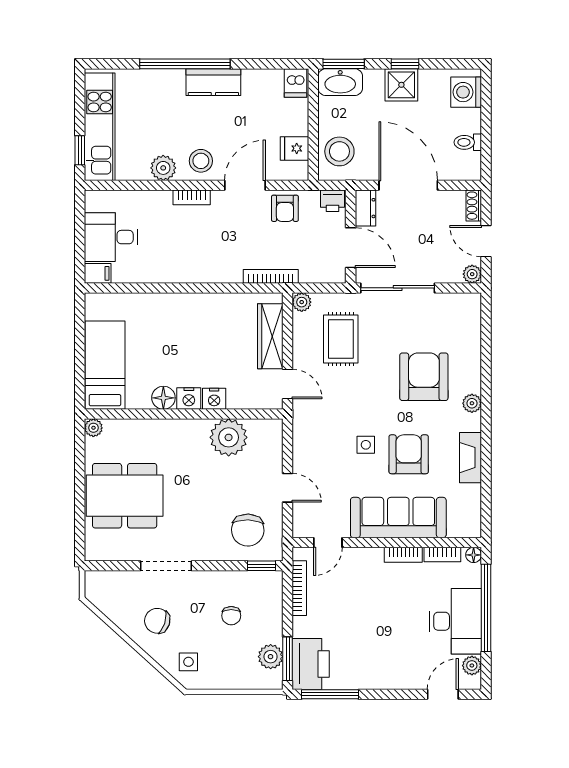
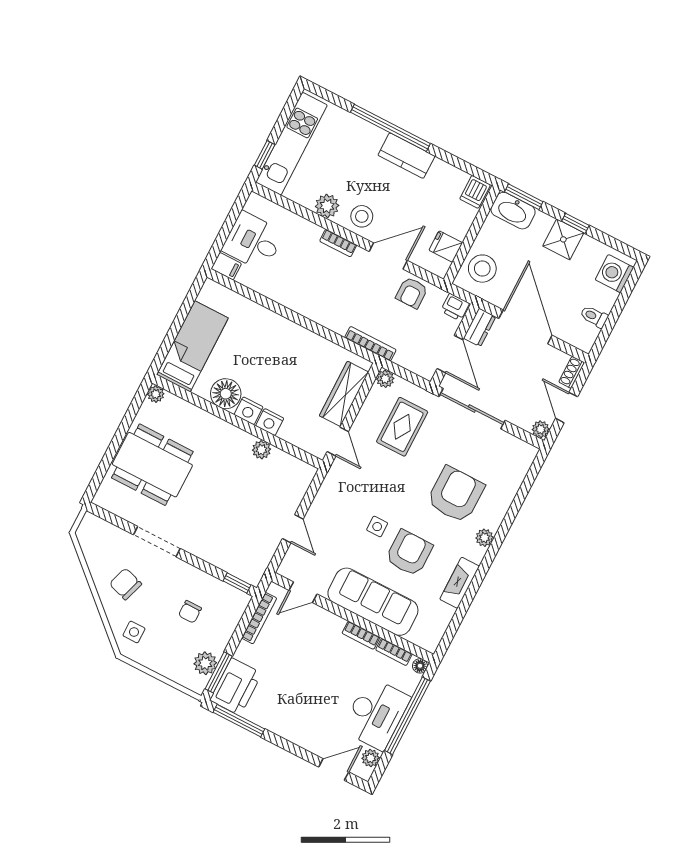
floor lamp: (163, 398) -> (226, 394), width x1.38, depth x1.38
plant: (229, 437) -> (262, 450), width x0.53, depth x0.53
chair: (248, 530) -> (241, 547), removed

